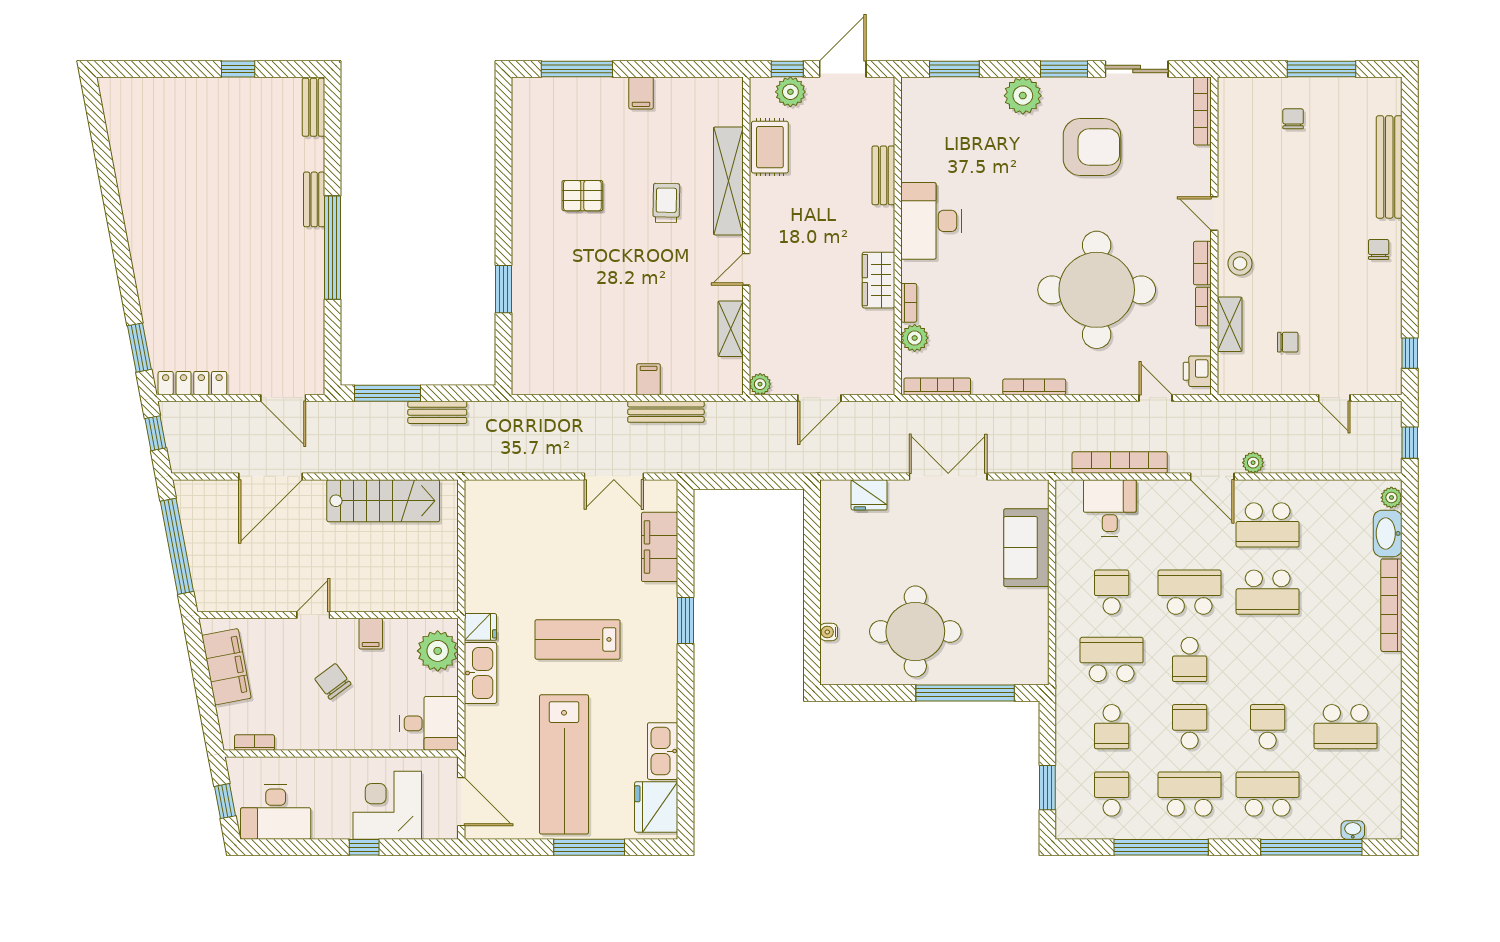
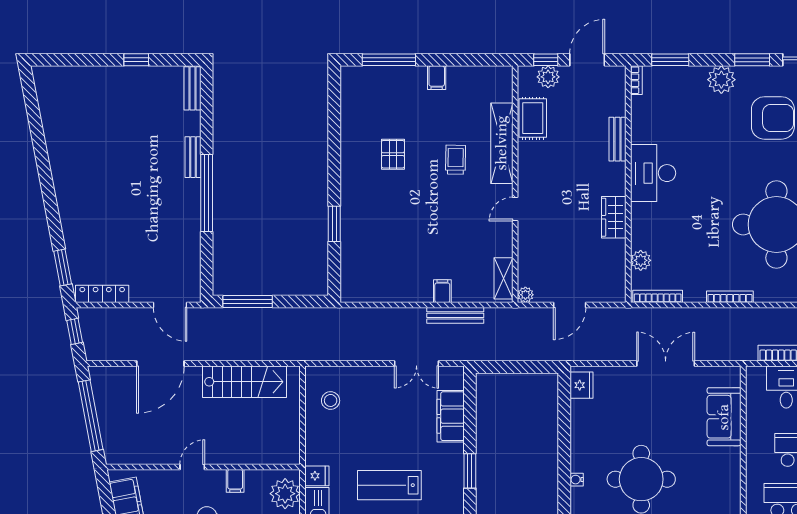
pallet: (582, 196) -> (393, 154), turned 90
bookcase: (909, 303) -> (636, 80), moved
shelving: (731, 329) -> (503, 278), moved
bench: (437, 412) -> (285, 316), removed
fridge: (869, 495) -> (582, 385), moved, turned -90
stool: (499, 526) -> (331, 400), added

